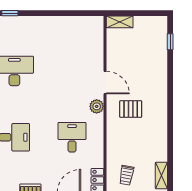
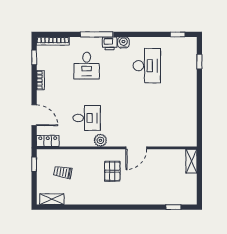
plant: (97, 106) -> (100, 140), moved
trolley: (127, 175) -> (63, 172), moved

